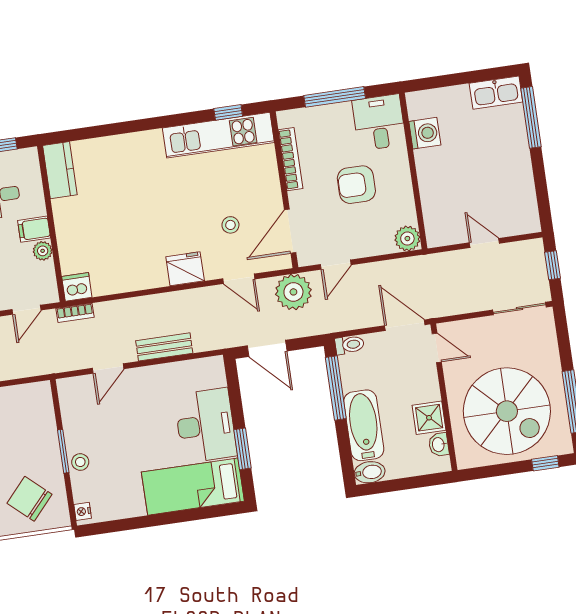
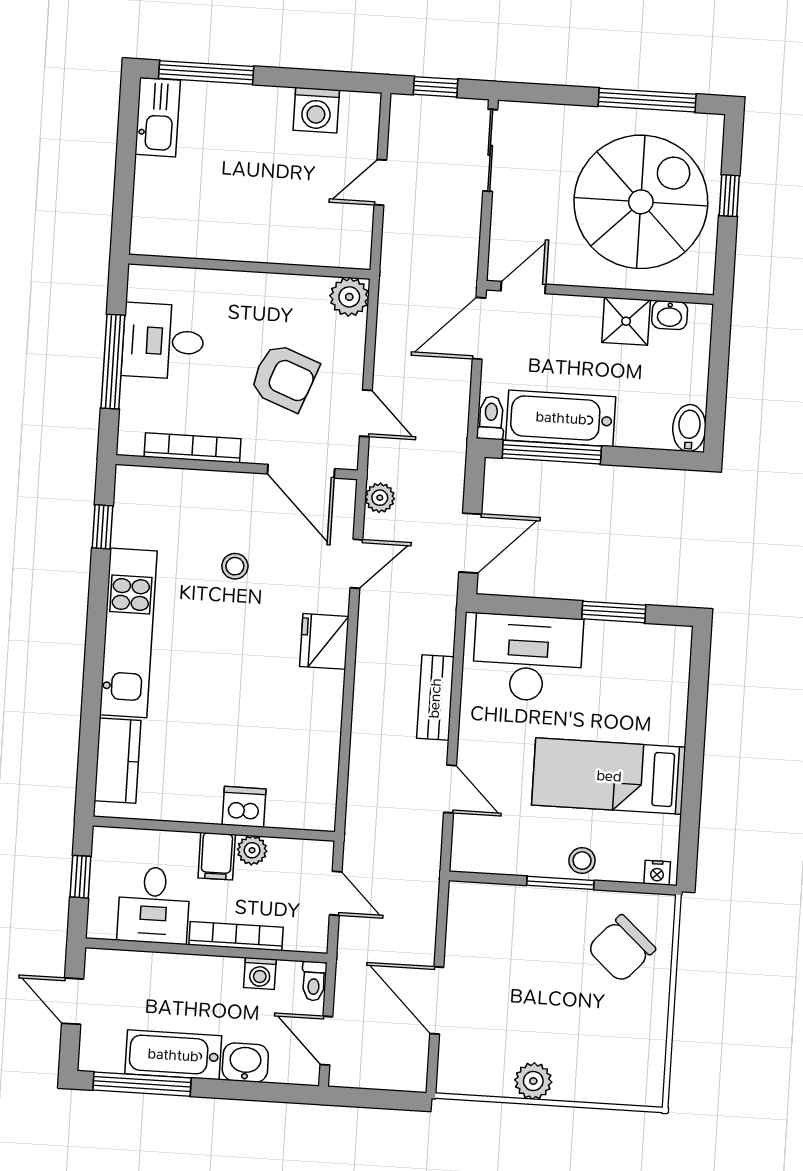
desk: (379, 122) -> (163, 341), moved
washing machine: (425, 133) -> (316, 110), moved, turned 180
kitchen unit: (218, 135) -> (128, 633), moved
kitchen counter: (60, 170) -> (118, 761), moved, turned 90
armchair: (356, 185) -> (284, 377), moved, turned -69
stool: (230, 225) -> (235, 566), moved
dishwasher: (77, 287) -> (244, 807), moved, turned 90
plant: (293, 292) -> (380, 498), width x0.53, depth x0.53
bookcase: (75, 313) -> (356, 821), removed
desk: (206, 425) -> (528, 658), moved
bathtub: (364, 425) -> (561, 418), moved
window: (545, 463) -> (729, 196), moved
bed: (193, 487) -> (609, 776), moved, turned 90

